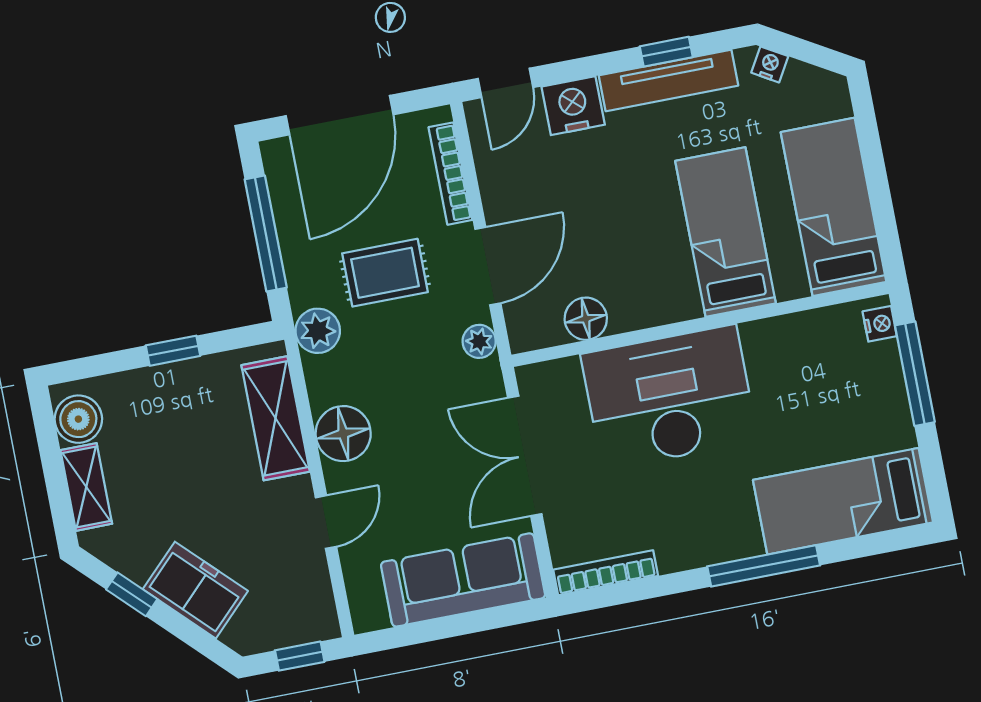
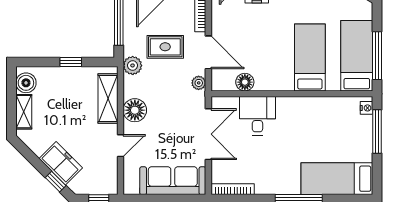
window: (881, 198) -> (377, 56), added
door: (488, 266) -> (208, 52), hinge flipped
desk: (669, 397) -> (257, 116), width x0.53, depth x0.77
double door: (525, 456) -> (208, 134), swing flipped
window: (132, 594) -> (56, 182), moved

